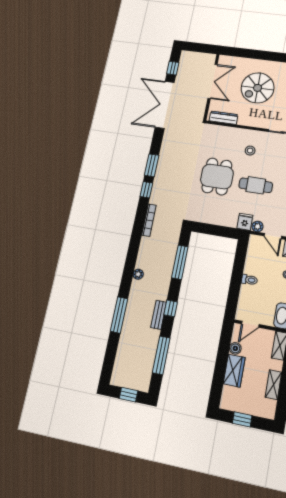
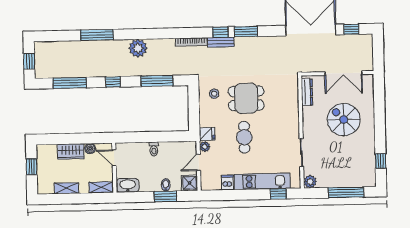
stool: (250, 151) -> (214, 94), moved
plant: (138, 274) -> (138, 48), width x1.88, depth x1.88
bench: (159, 315) -> (221, 42), moved

